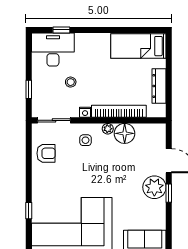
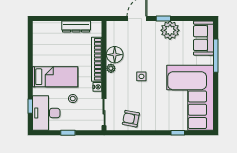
bed: (138, 46) -> (55, 77), moved, turned -90
window: (29, 89) -> (68, 133), moved
side table: (85, 140) -> (141, 76), moved
armchair: (46, 153) -> (131, 119), turned -79
plant: (154, 187) -> (170, 30), moved

